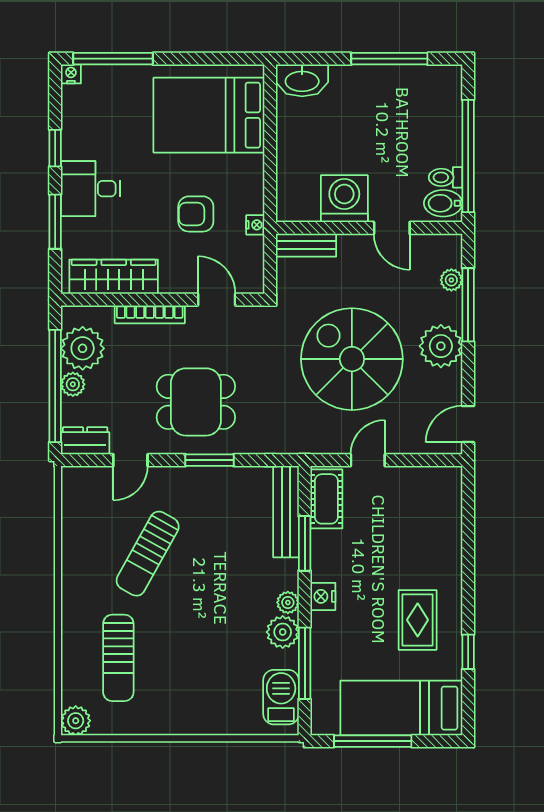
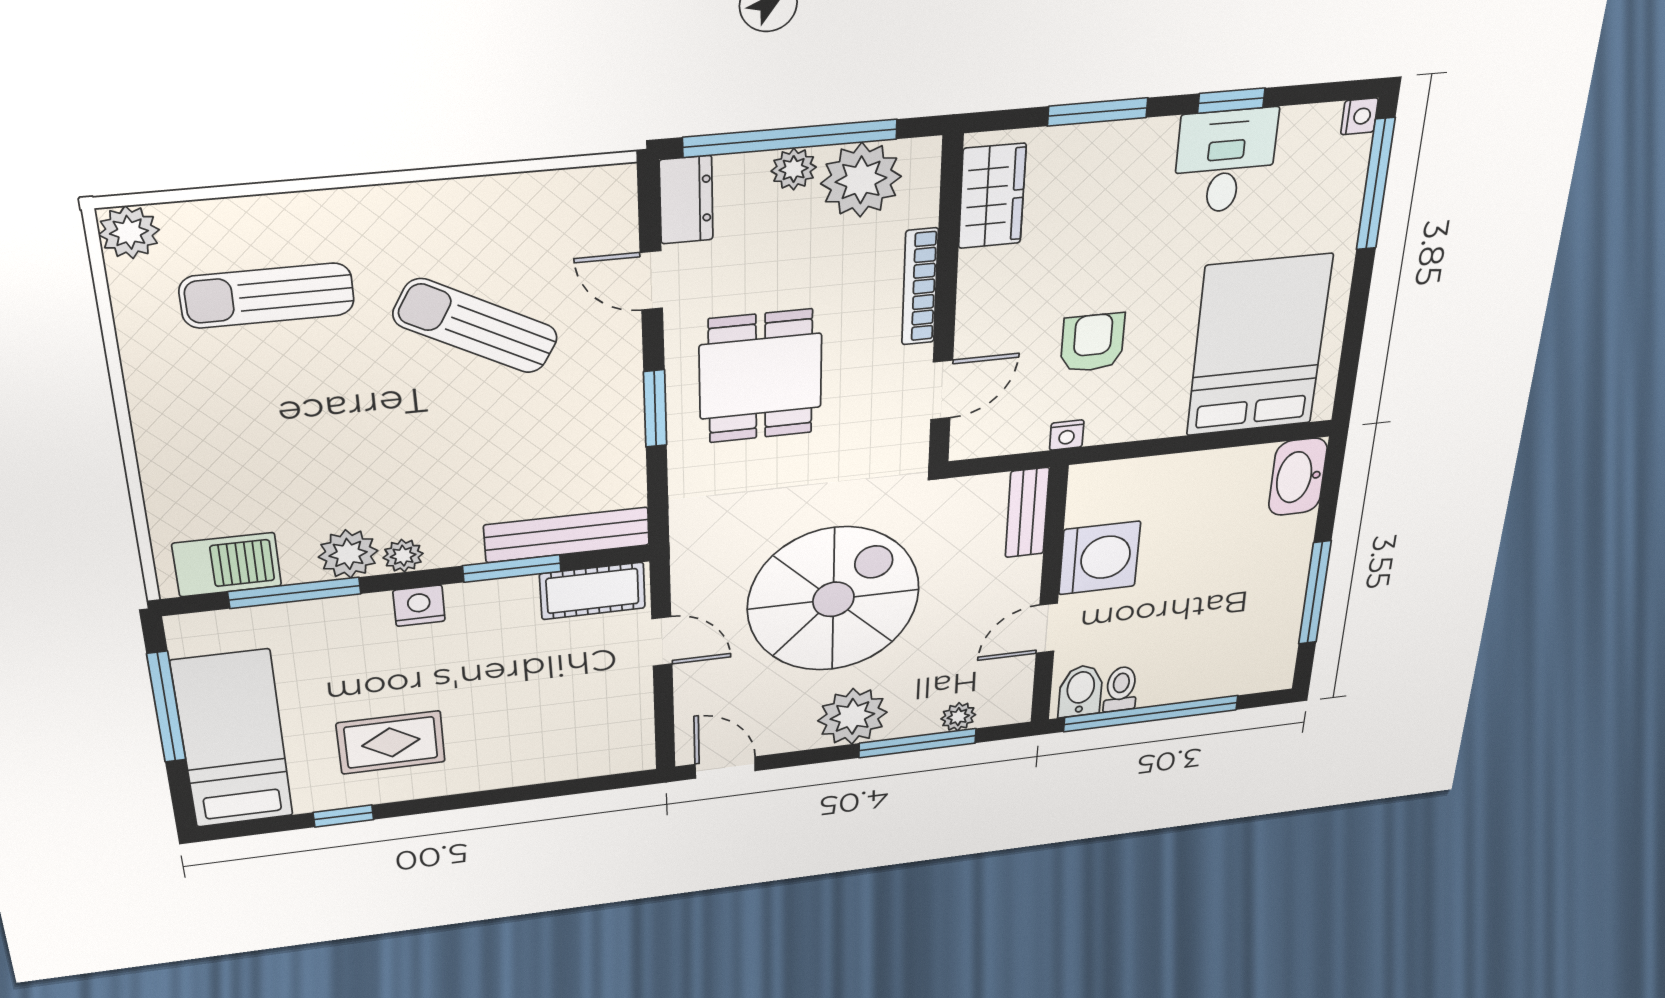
desk: (91, 189) -> (1225, 161), moved
wardrobe: (114, 277) -> (992, 196), width x0.67

